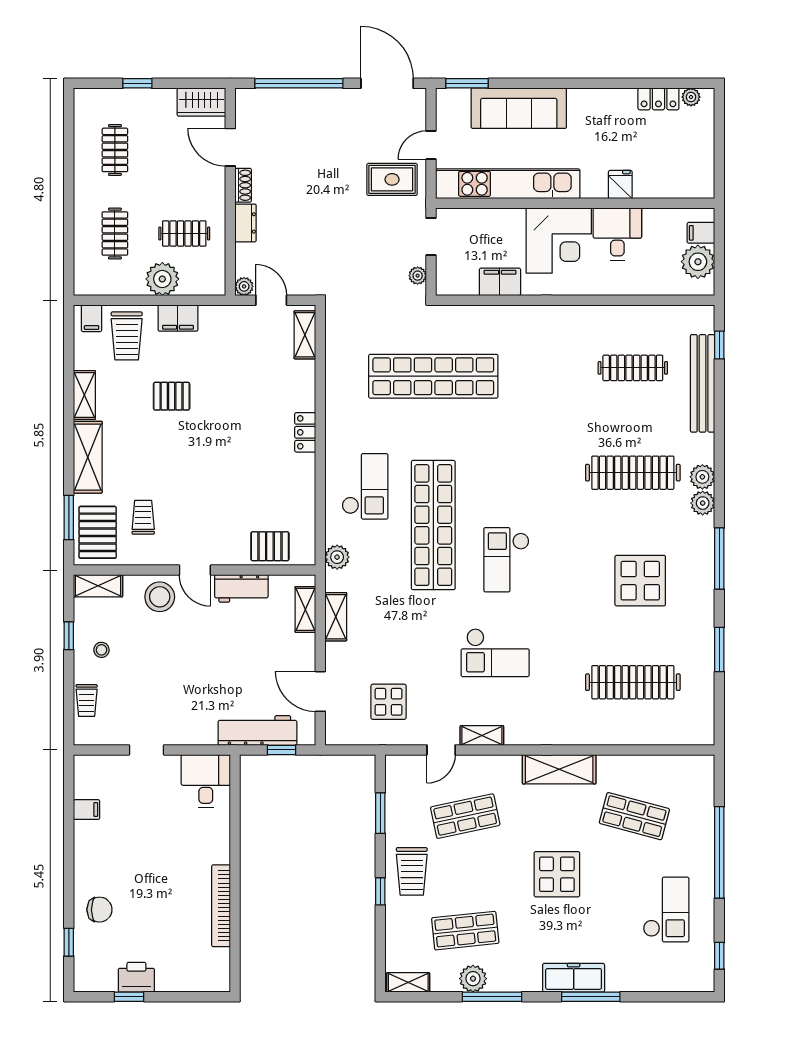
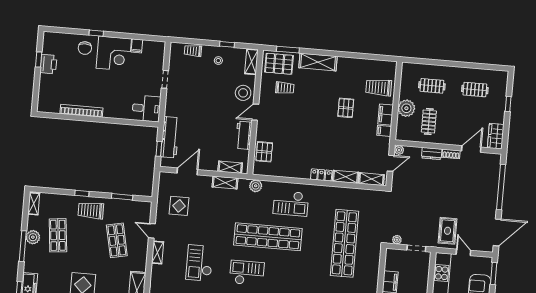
filing cabinet: (92, 318) -> (384, 131), moved
shelving: (84, 395) -> (346, 177), moved
corner desk: (105, 853) -> (114, 53), added
window: (69, 942) -> (96, 33), moved

